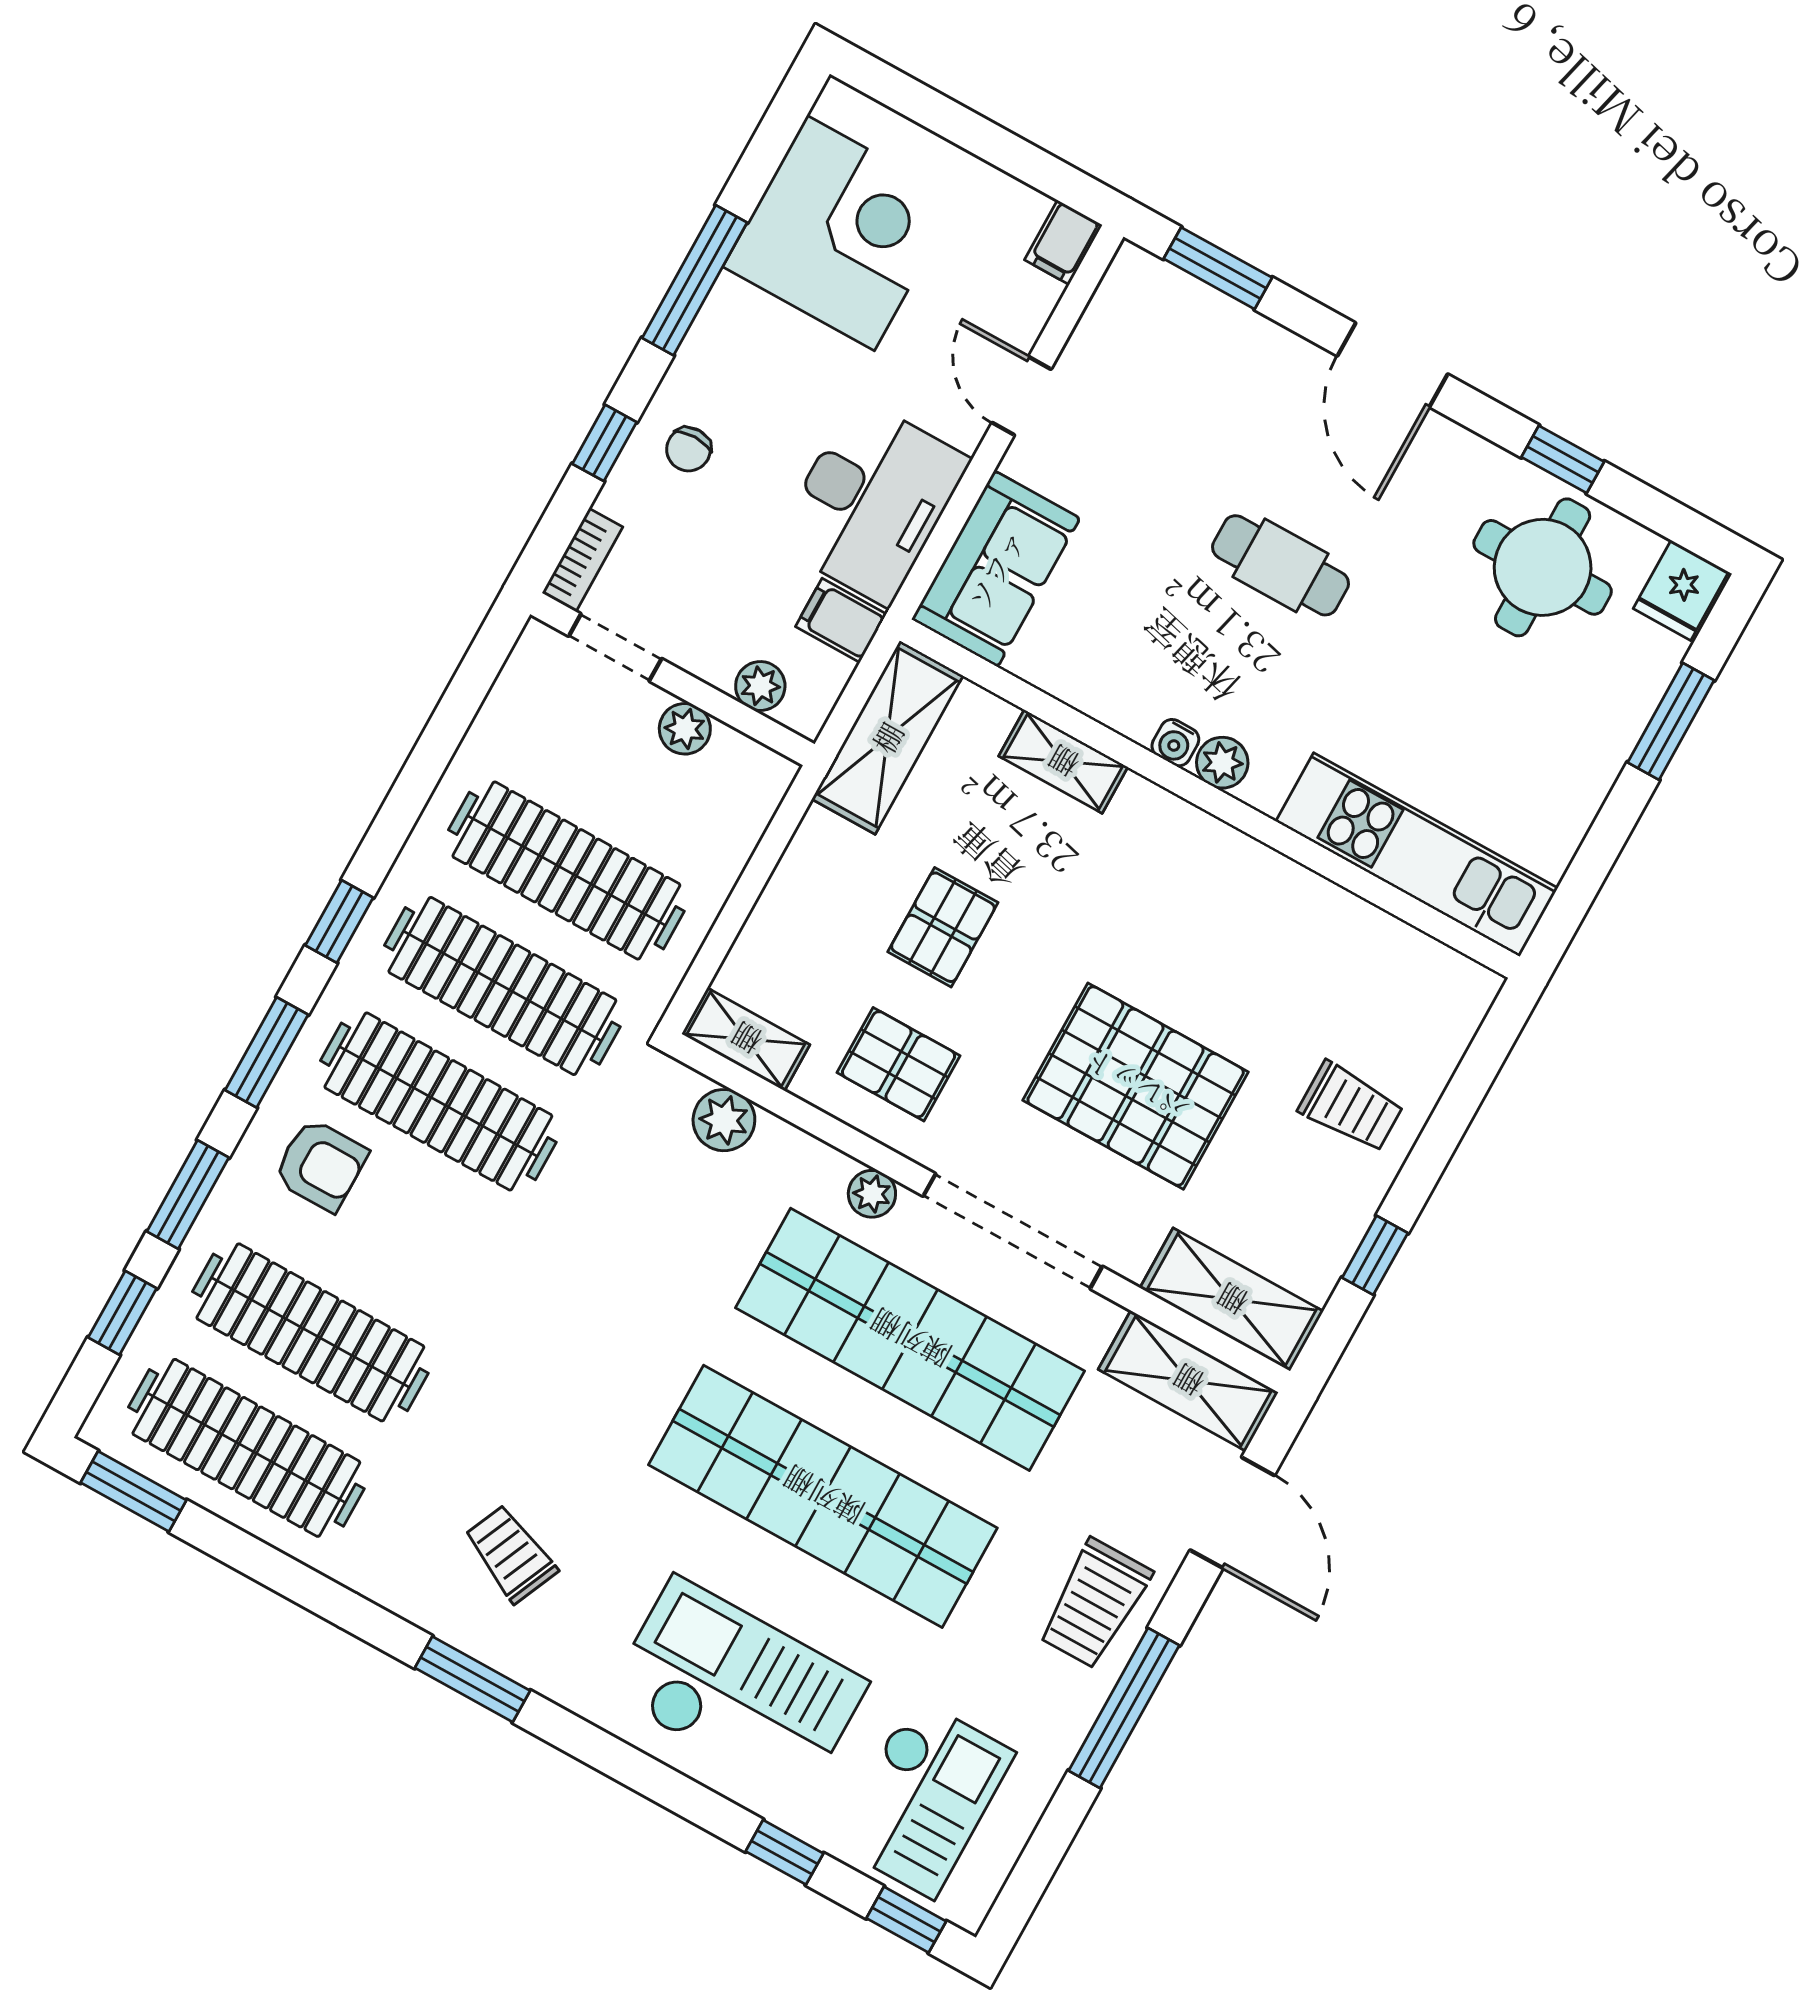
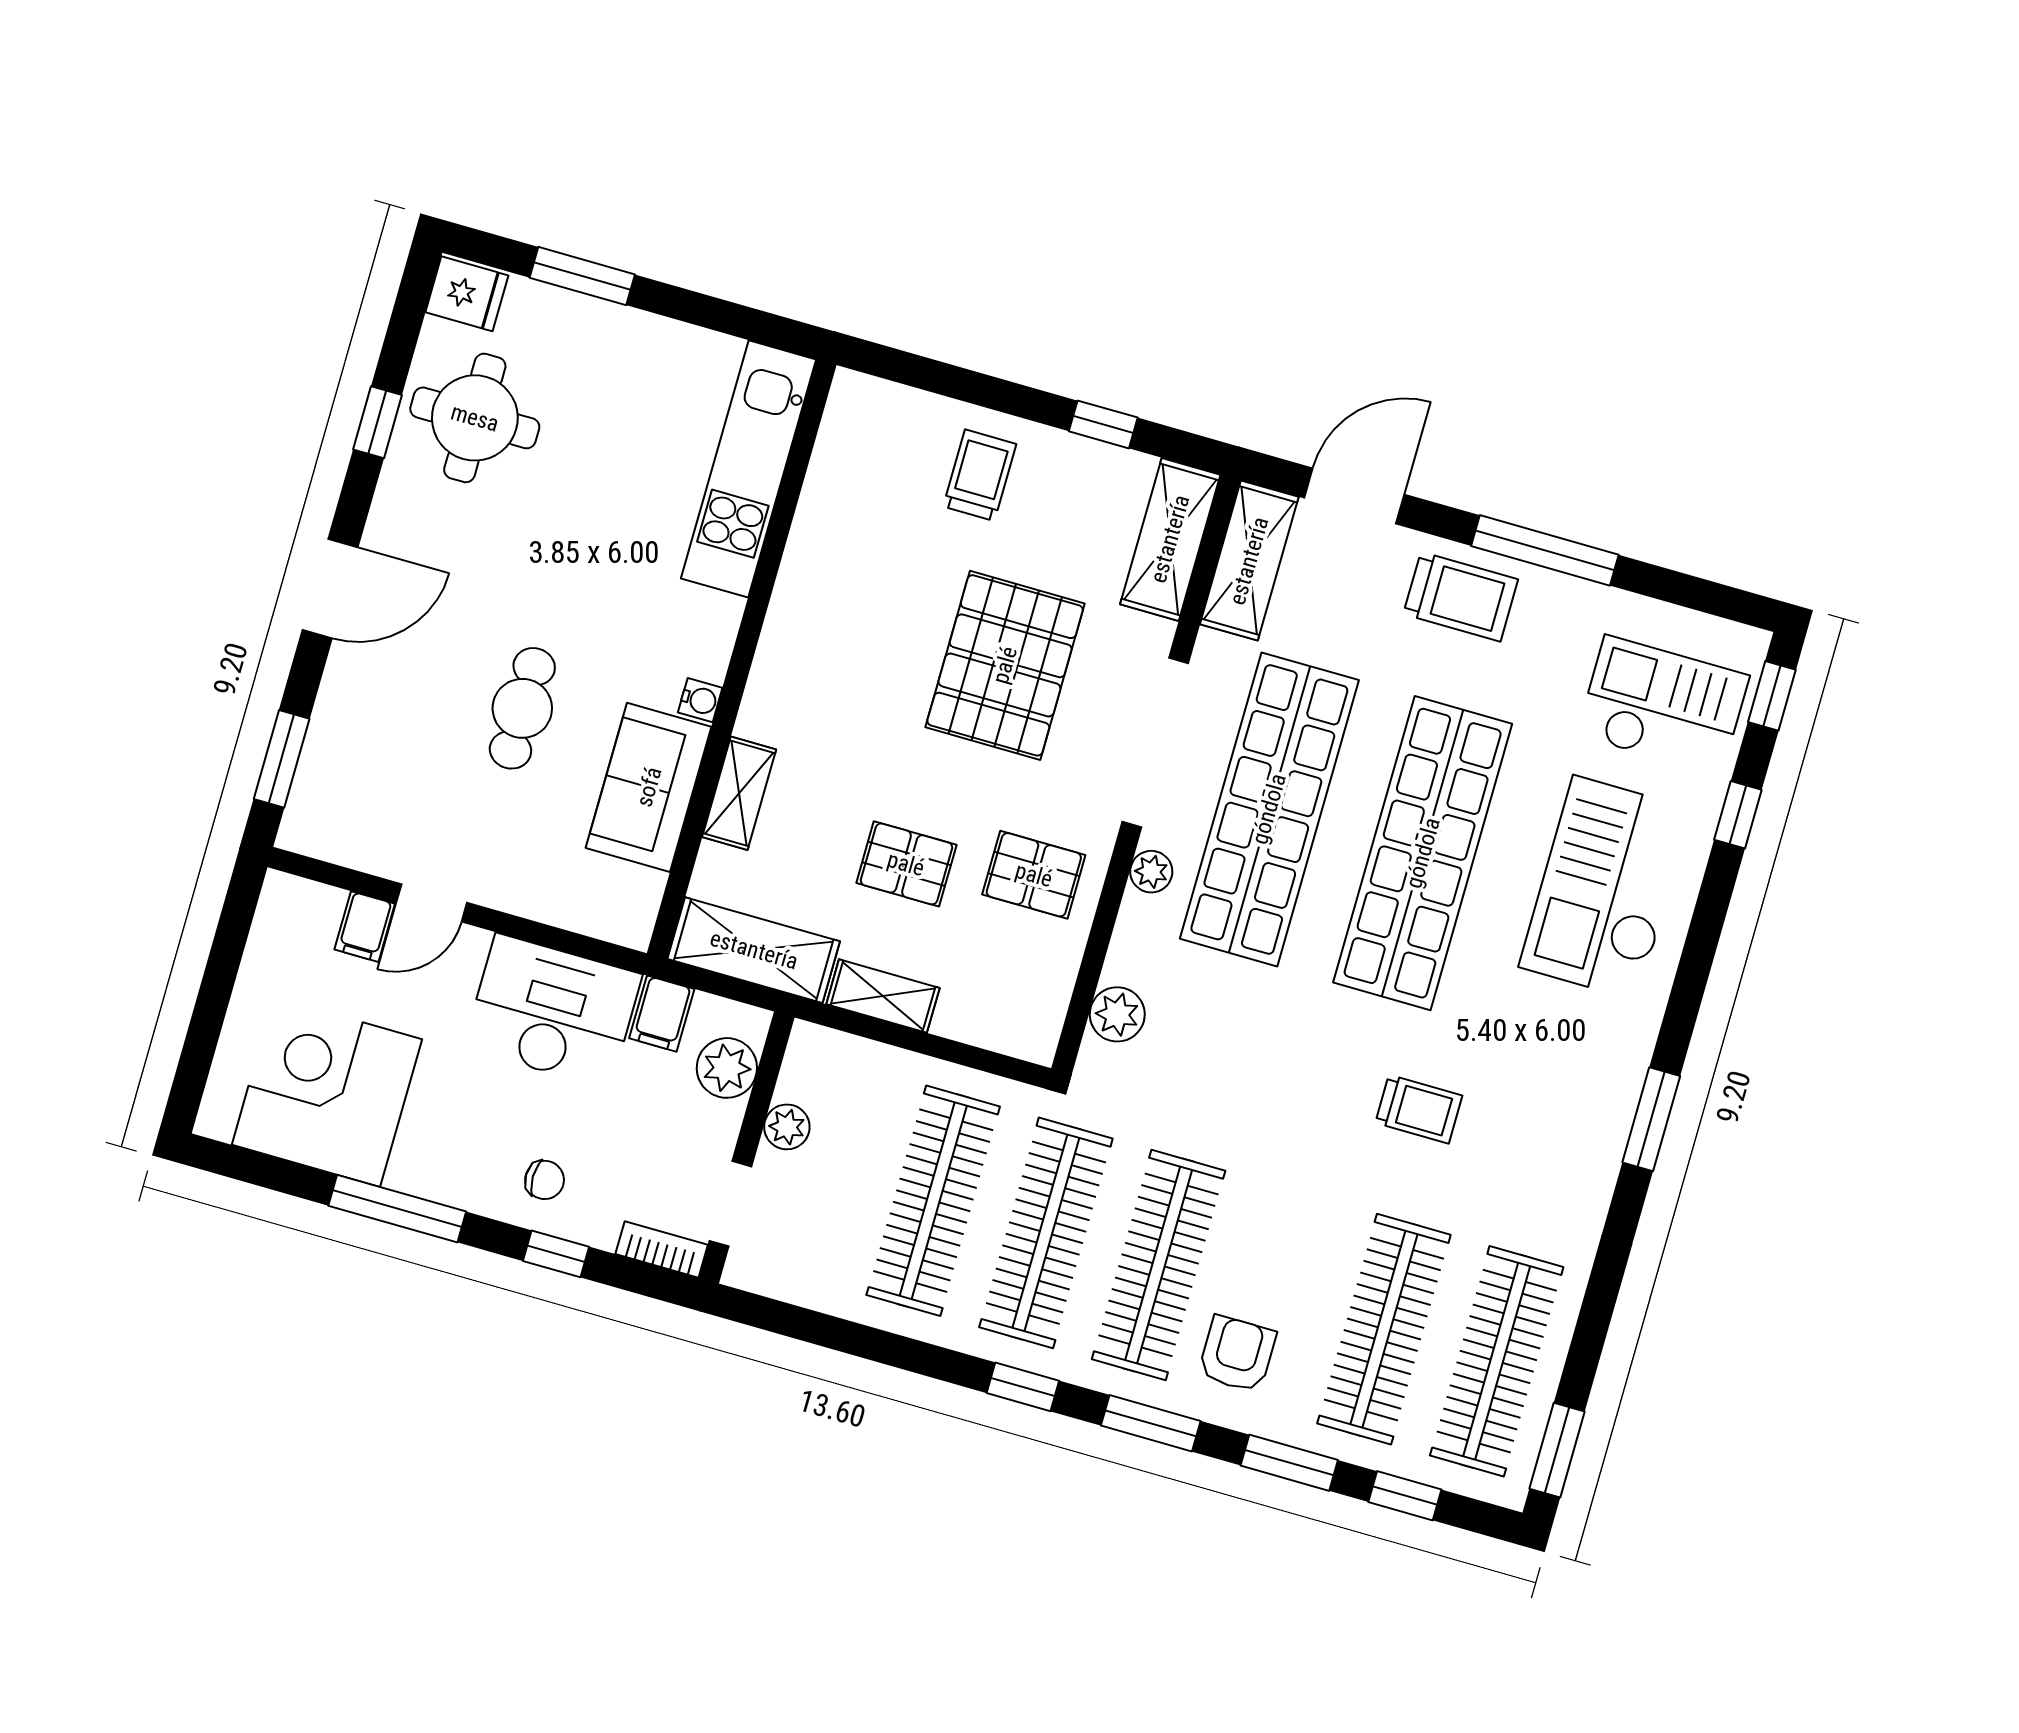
filing cabinet: (1063, 242) -> (365, 927), moved, turned 90
cafe table: (1281, 565) -> (522, 708), moved
sofa: (996, 569) -> (649, 787), moved, turned -90
plant: (760, 686) -> (727, 1068), width x1.38, depth x1.38
plant: (1222, 763) -> (708, 656), removed
shelving: (746, 1039) -> (883, 996), moved, turned 90
pallet: (899, 1064) -> (1034, 875), turned 90
trolley: (511, 1554) -> (1419, 1109), moved, turned -114

